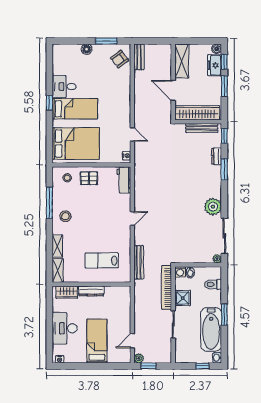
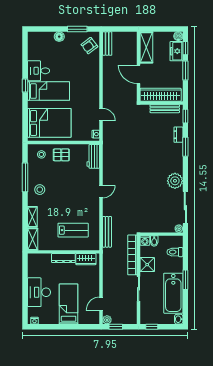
lab bench: (102, 260) -> (73, 230), turned 180
wardrobe: (67, 292) -> (86, 259), moved
window: (202, 366) -> (152, 327), moved

